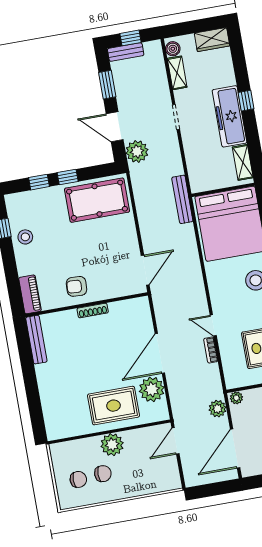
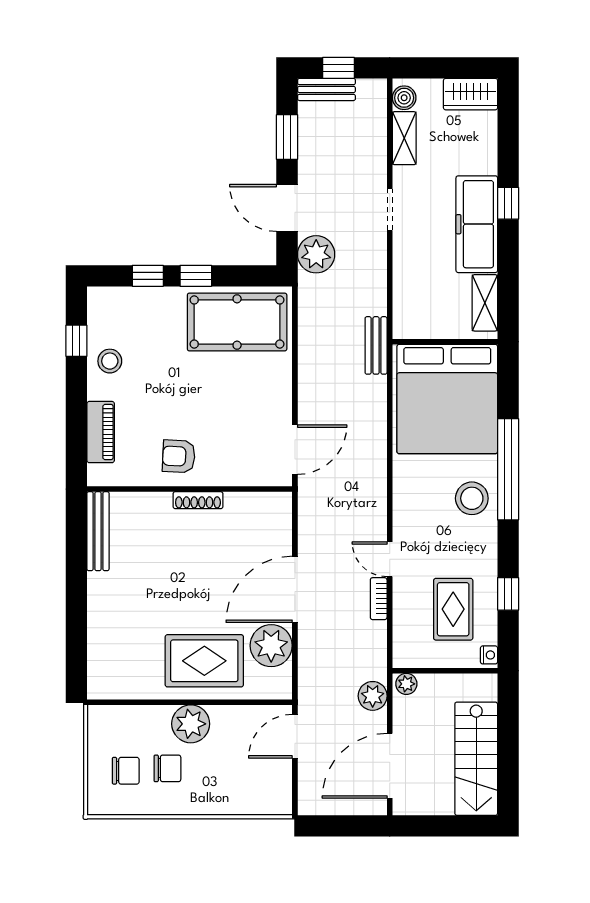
bench: (182, 199) -> (376, 345), width x0.73
piano: (30, 294) -> (101, 432), moved

